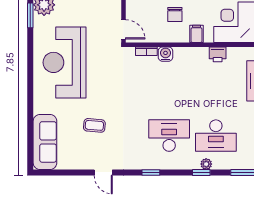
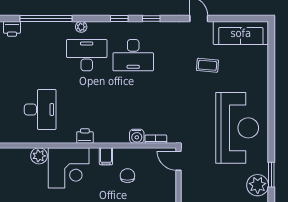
sofa: (45, 142) -> (241, 33), moved, turned -90
plant: (206, 164) -> (81, 27), moved
window: (201, 173) -> (119, 18), moved

